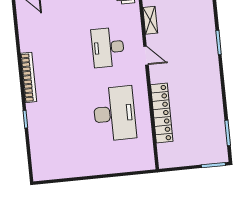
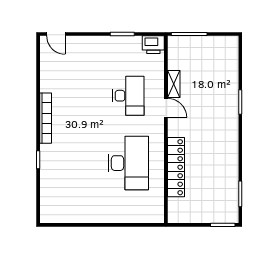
shelving: (150, 20) -> (174, 84), moved
desk: (108, 47) -> (128, 96), turned 180

